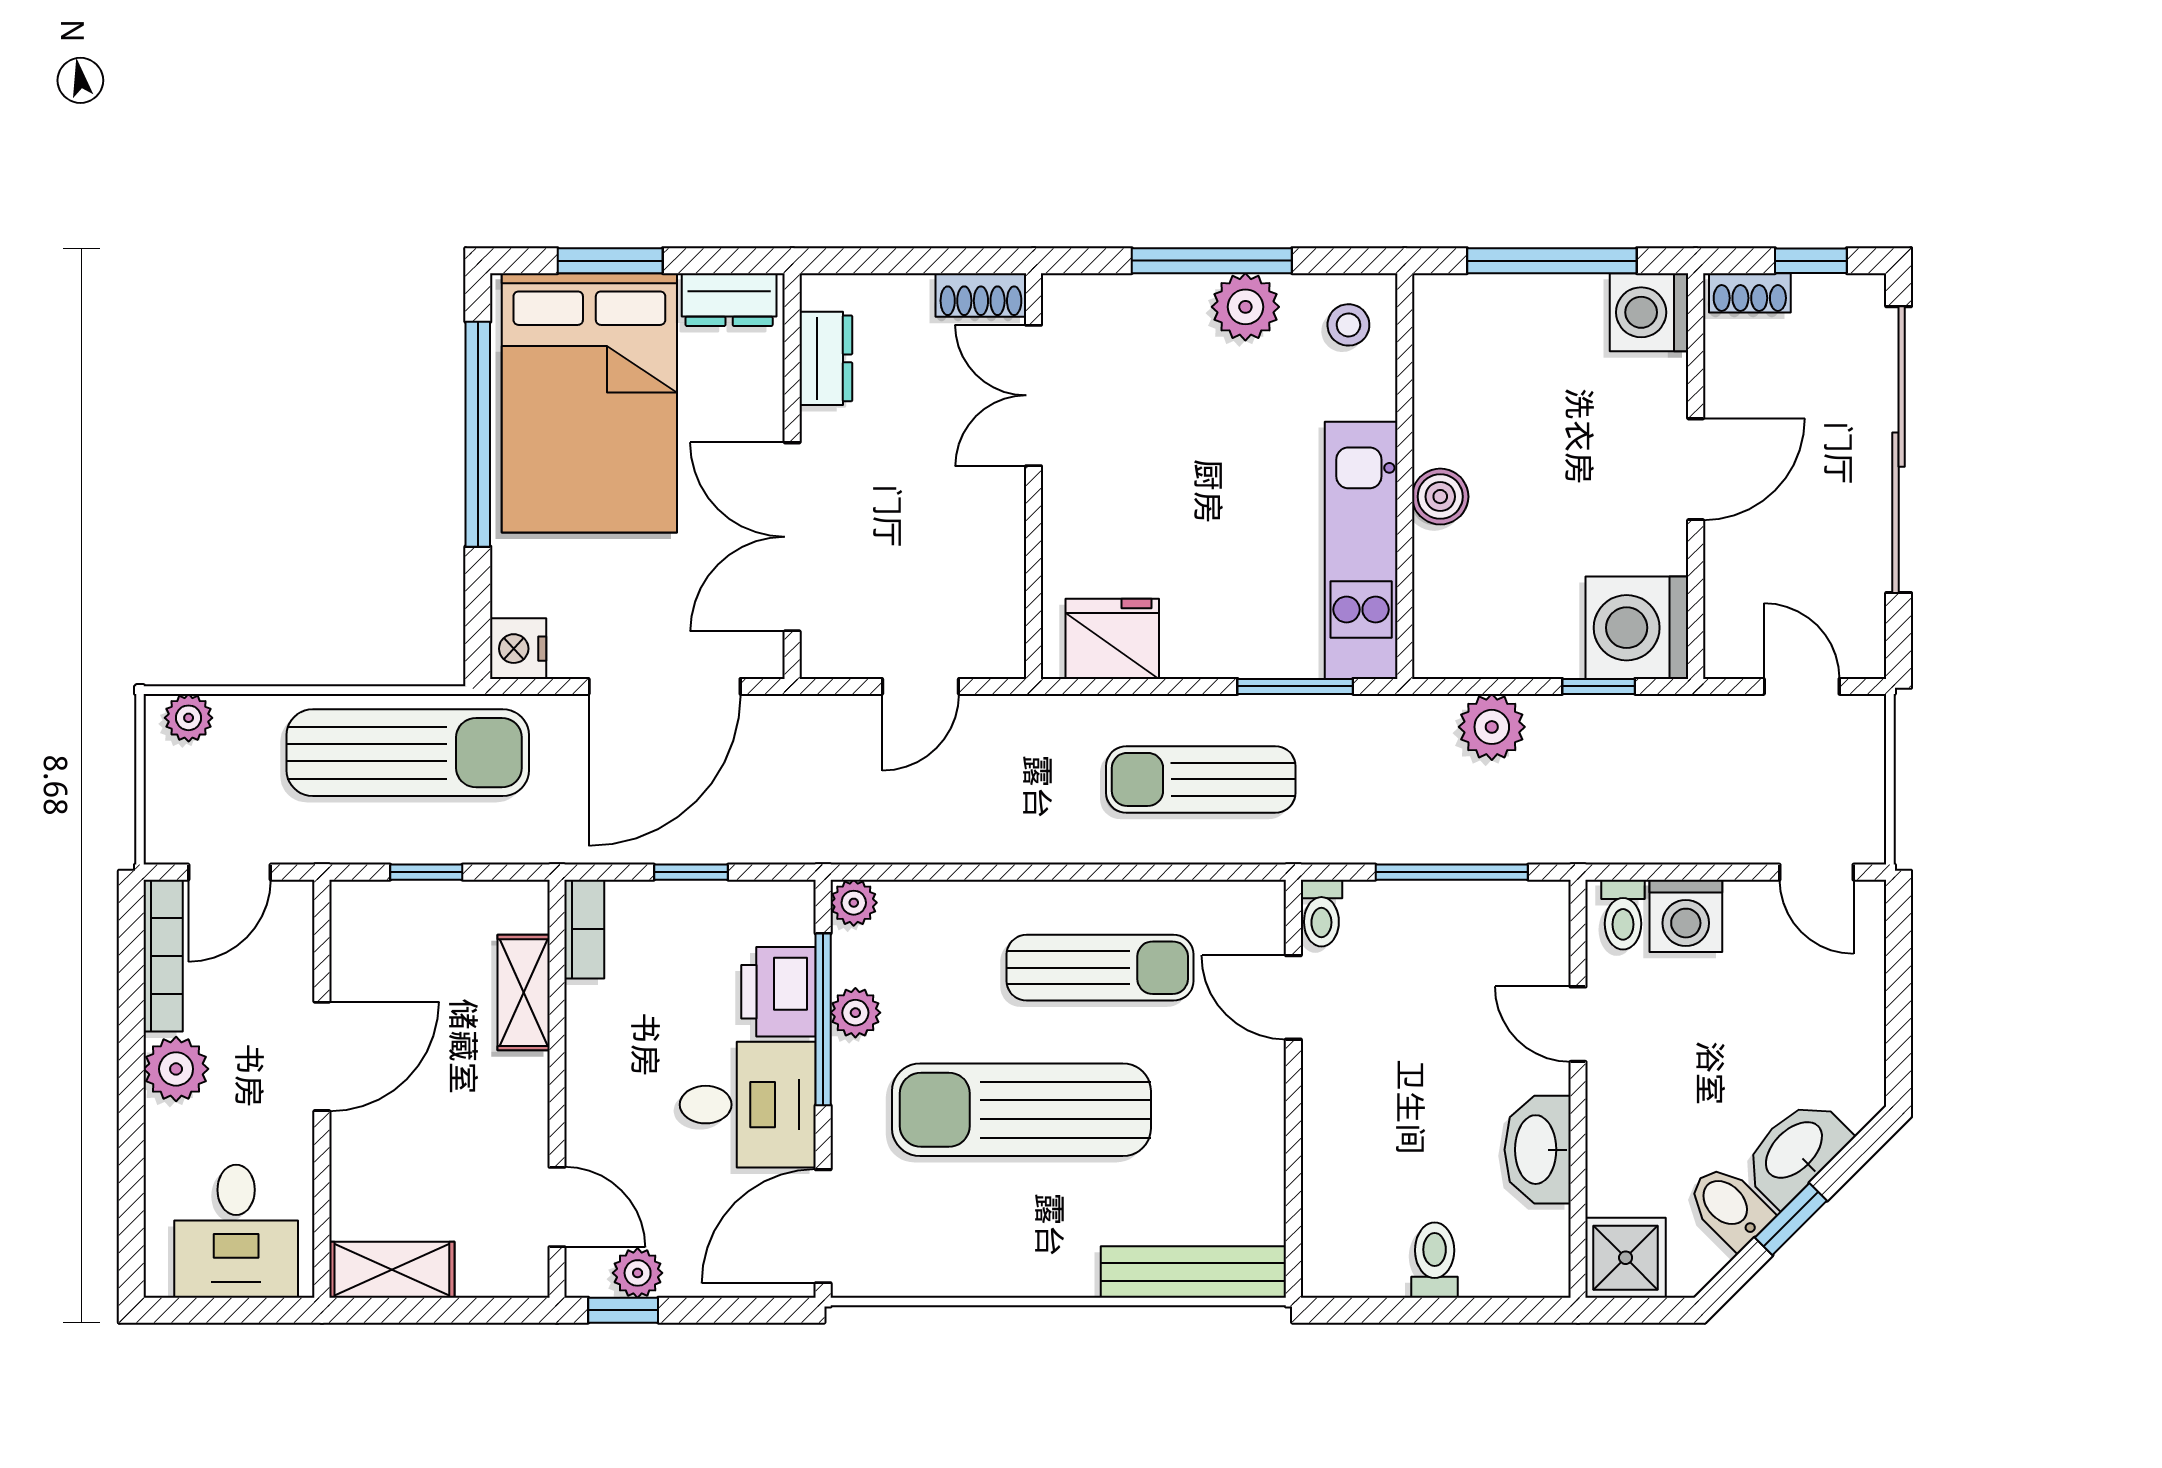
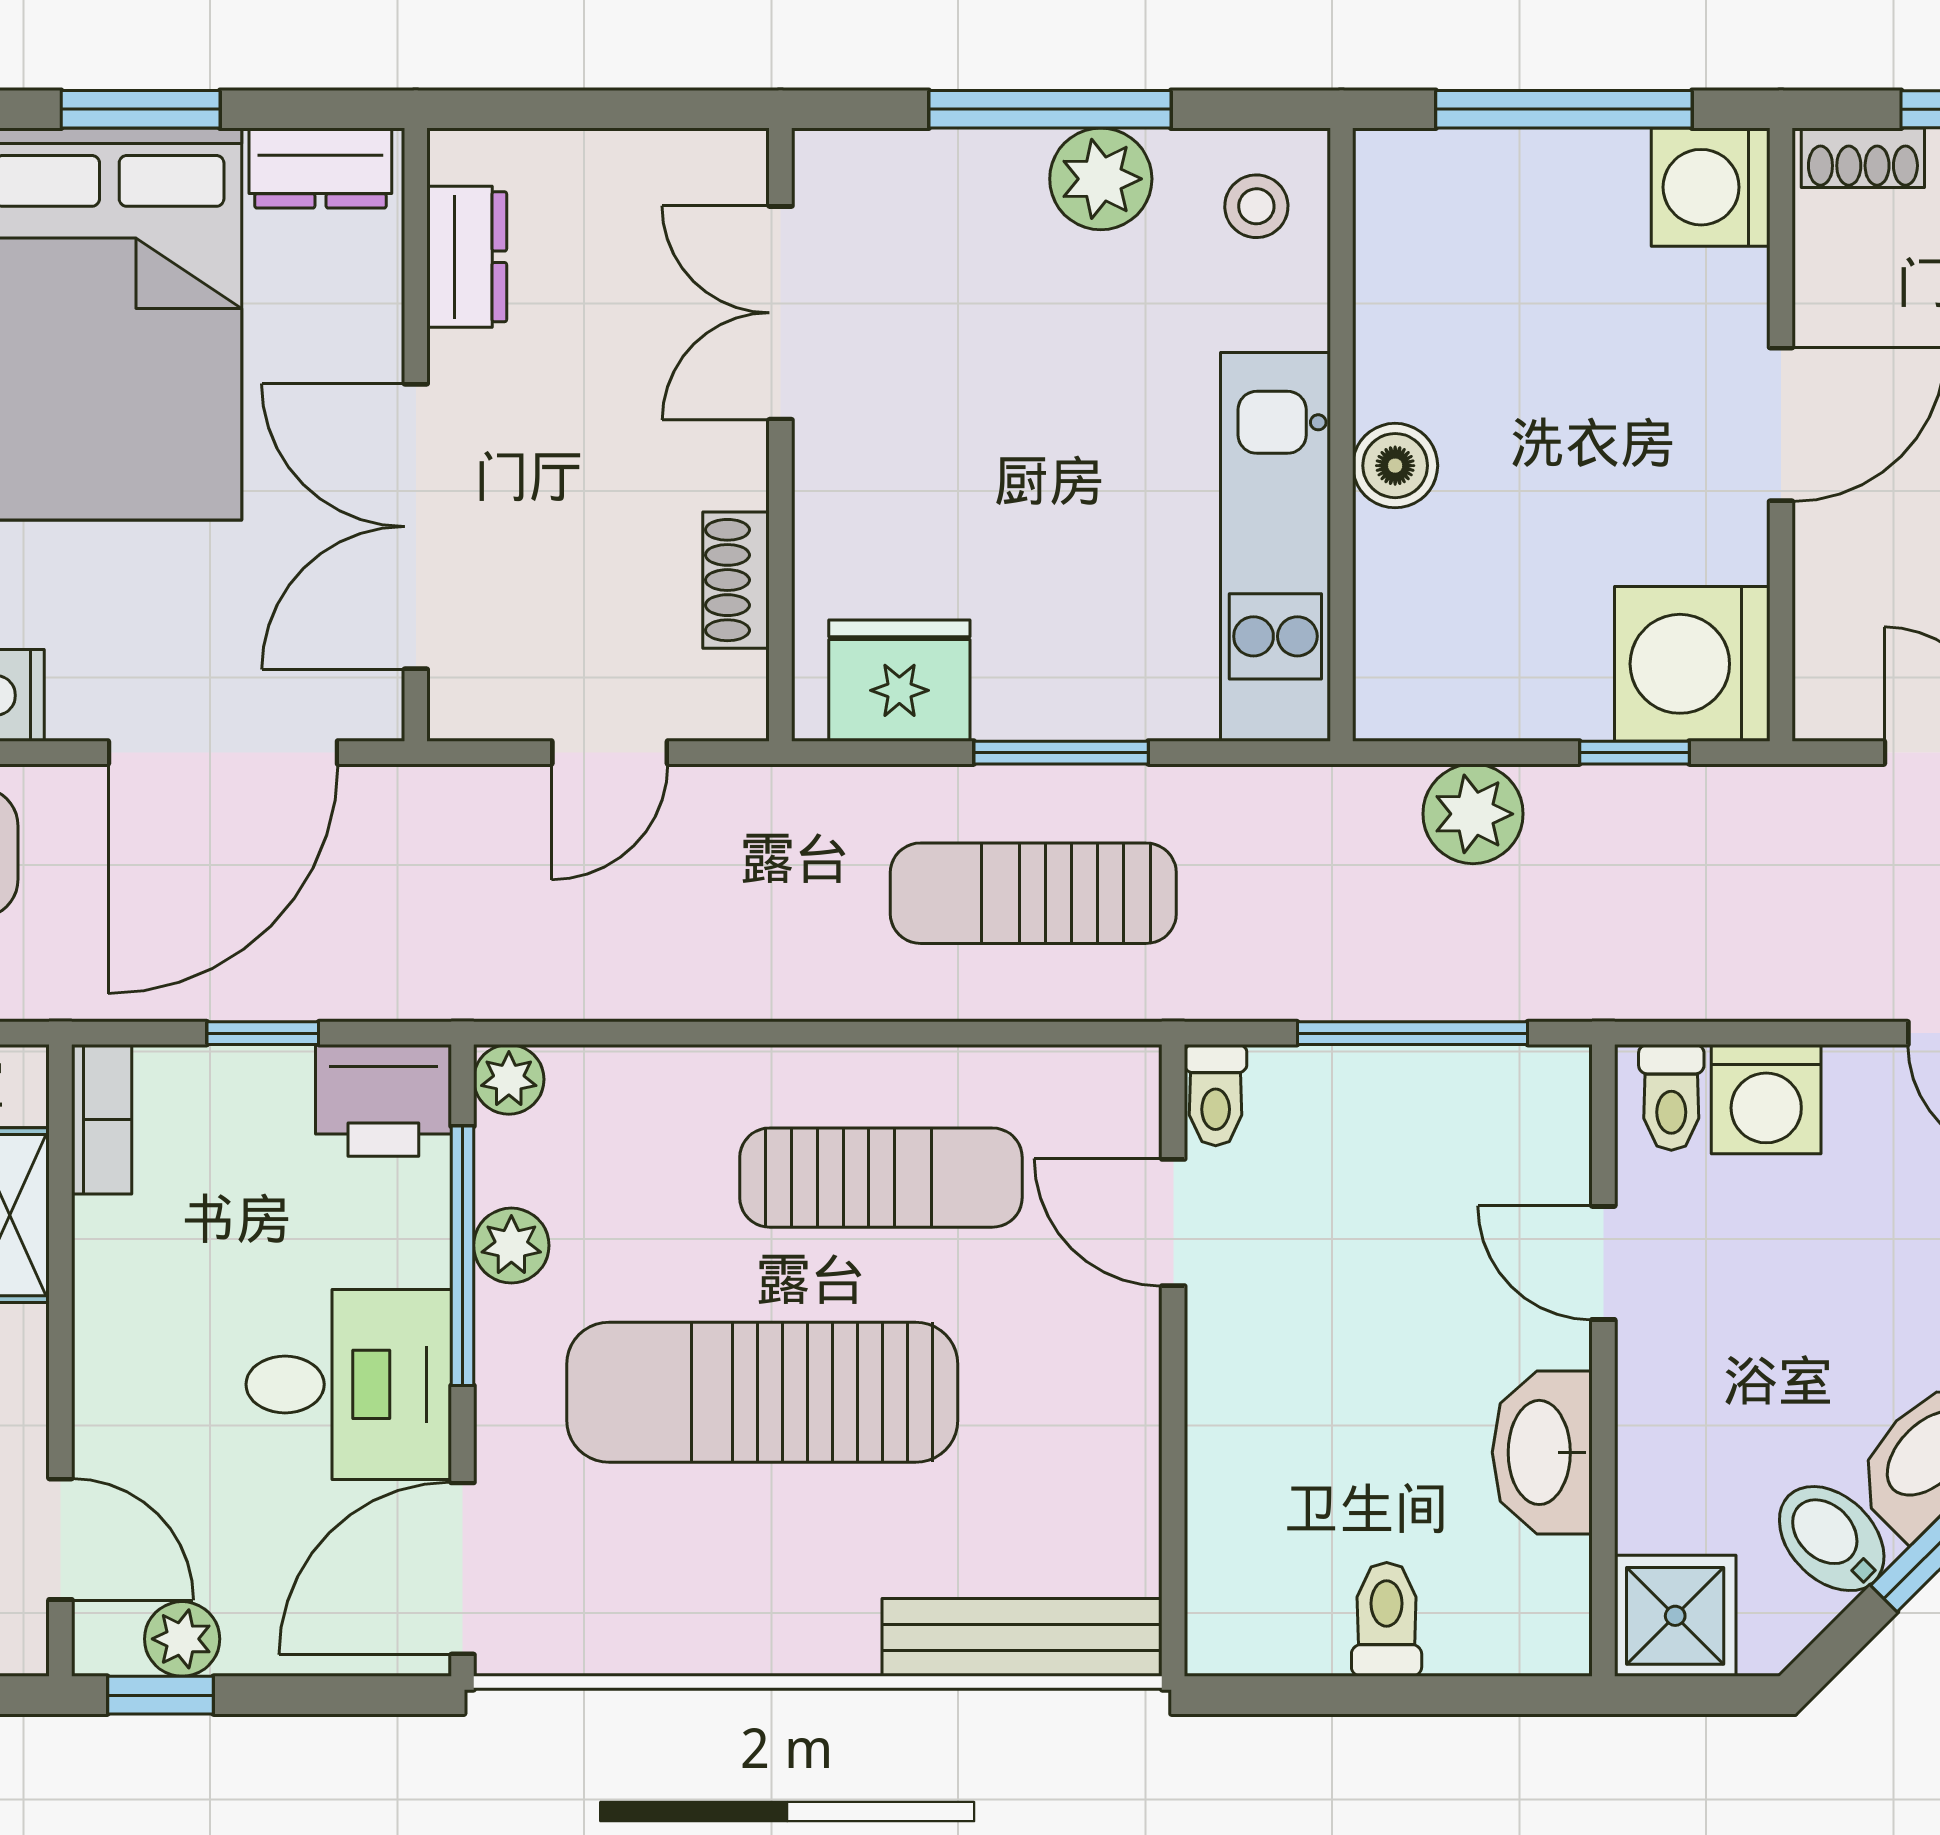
shoe rack: (981, 295) -> (736, 580), moved, turned 90
window: (1295, 686) -> (1061, 753), moved
printer: (779, 992) -> (383, 1100), moved, turned -90

